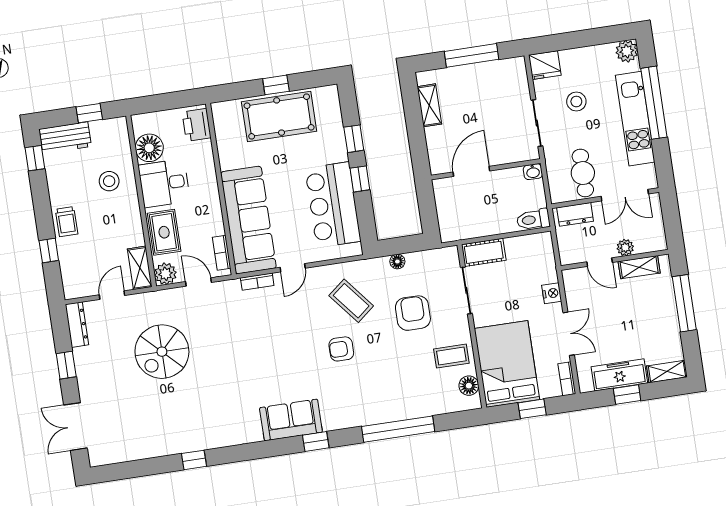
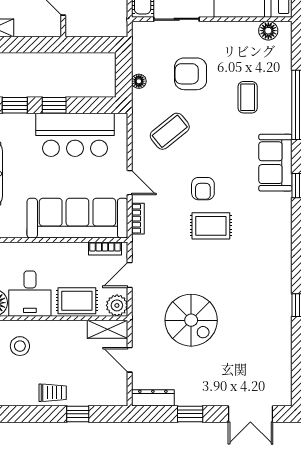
armchair: (341, 349) -> (203, 189), moved
coffee table: (451, 356) -> (248, 97), moved
rug: (261, 357) -> (211, 226), added
sofa: (291, 420) -> (275, 163), moved

